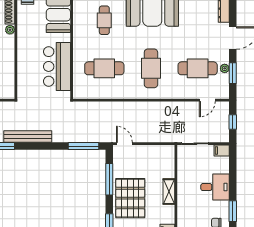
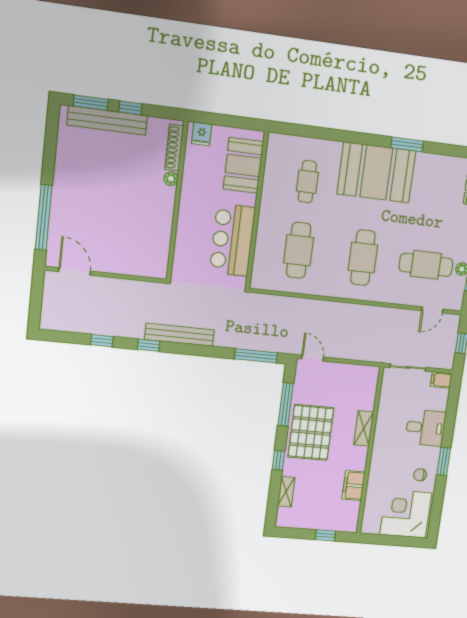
cafe table: (104, 68) -> (299, 250), turned 90

